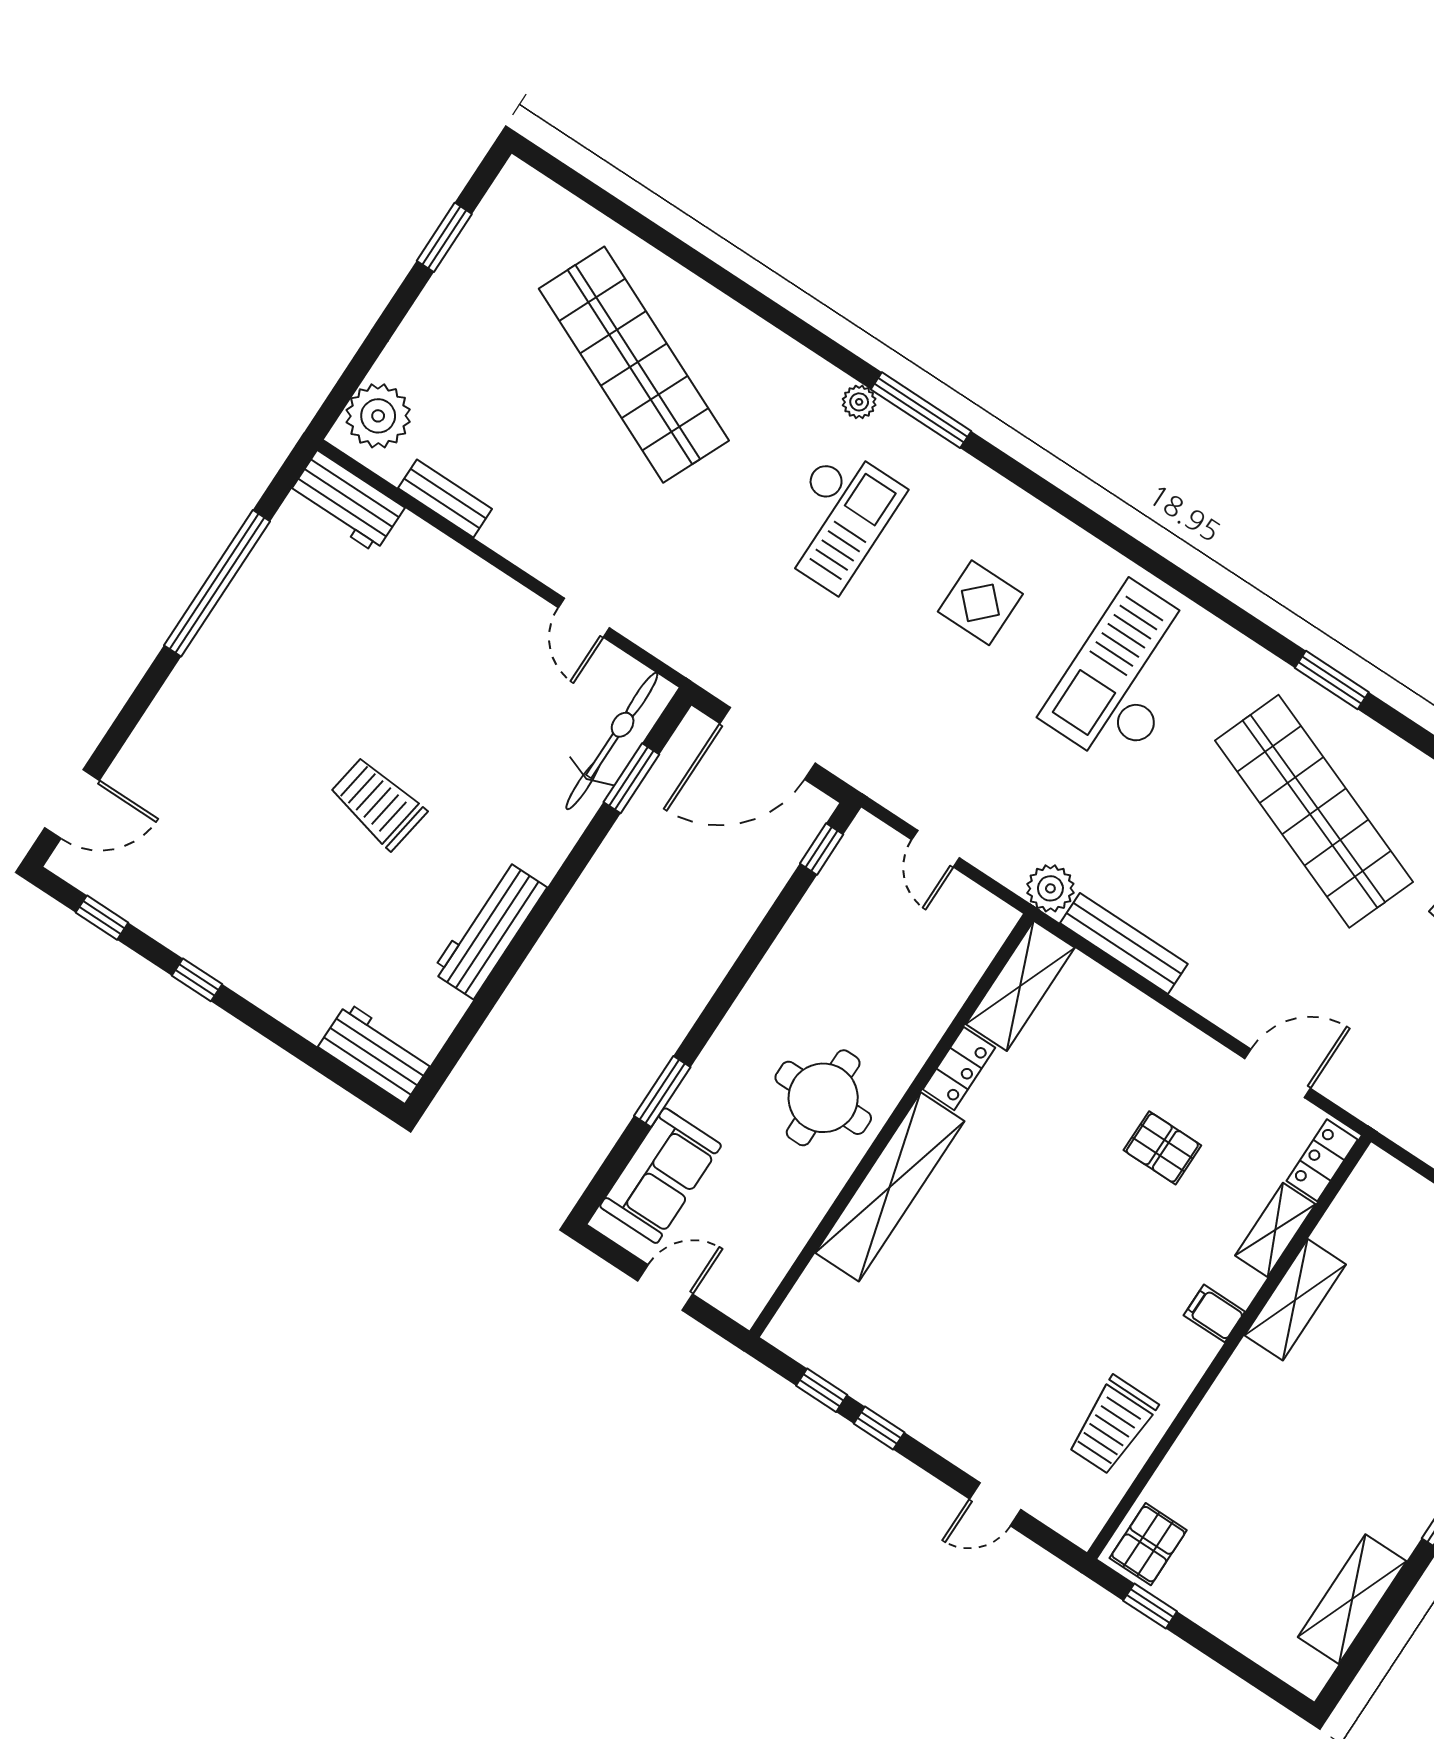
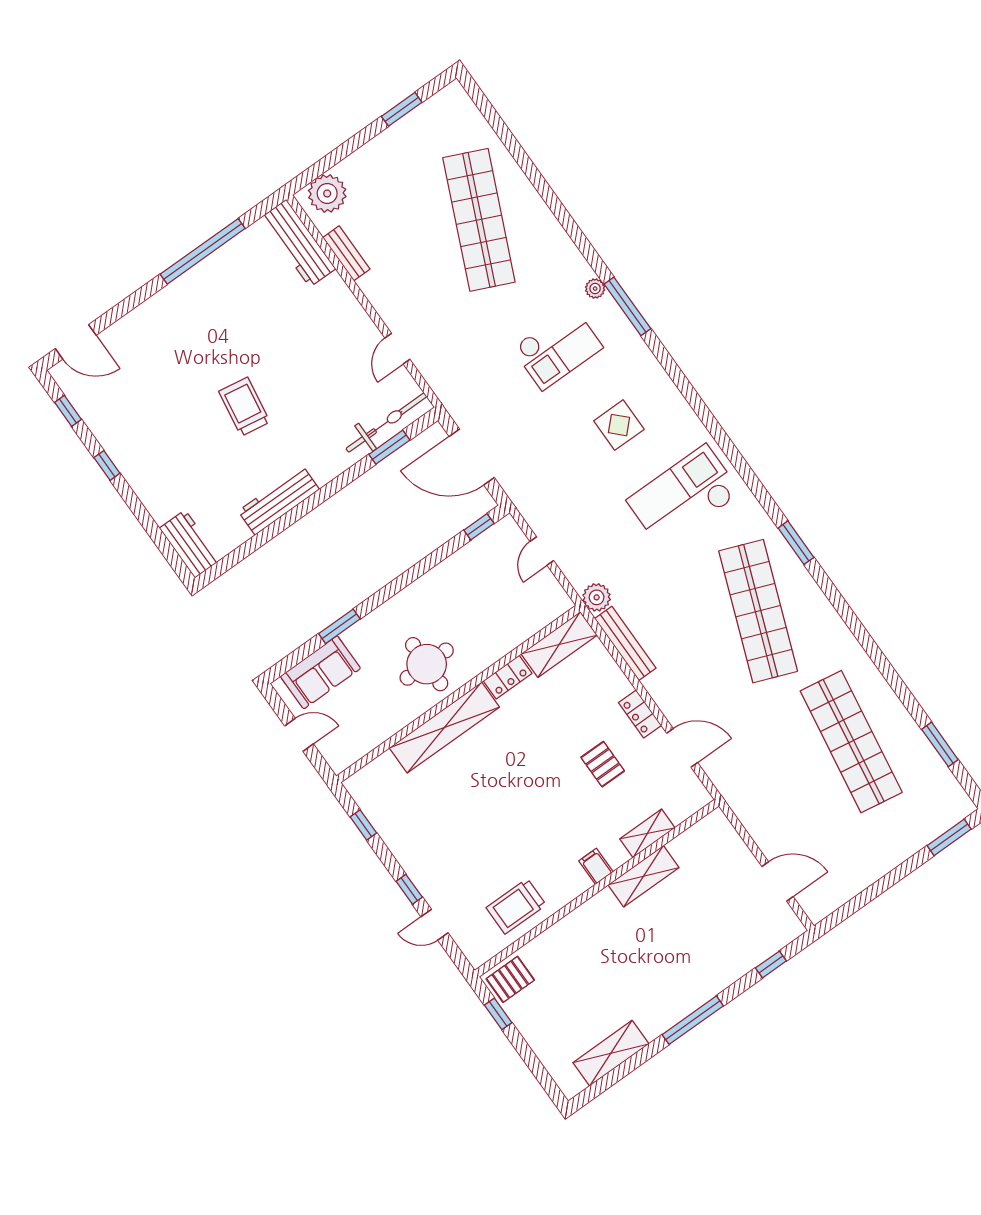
workbench: (346, 501) -> (298, 243), width x1.38
locker: (1322, 1160) -> (640, 714), moved, turned -90
window: (879, 1428) -> (409, 889), moved

